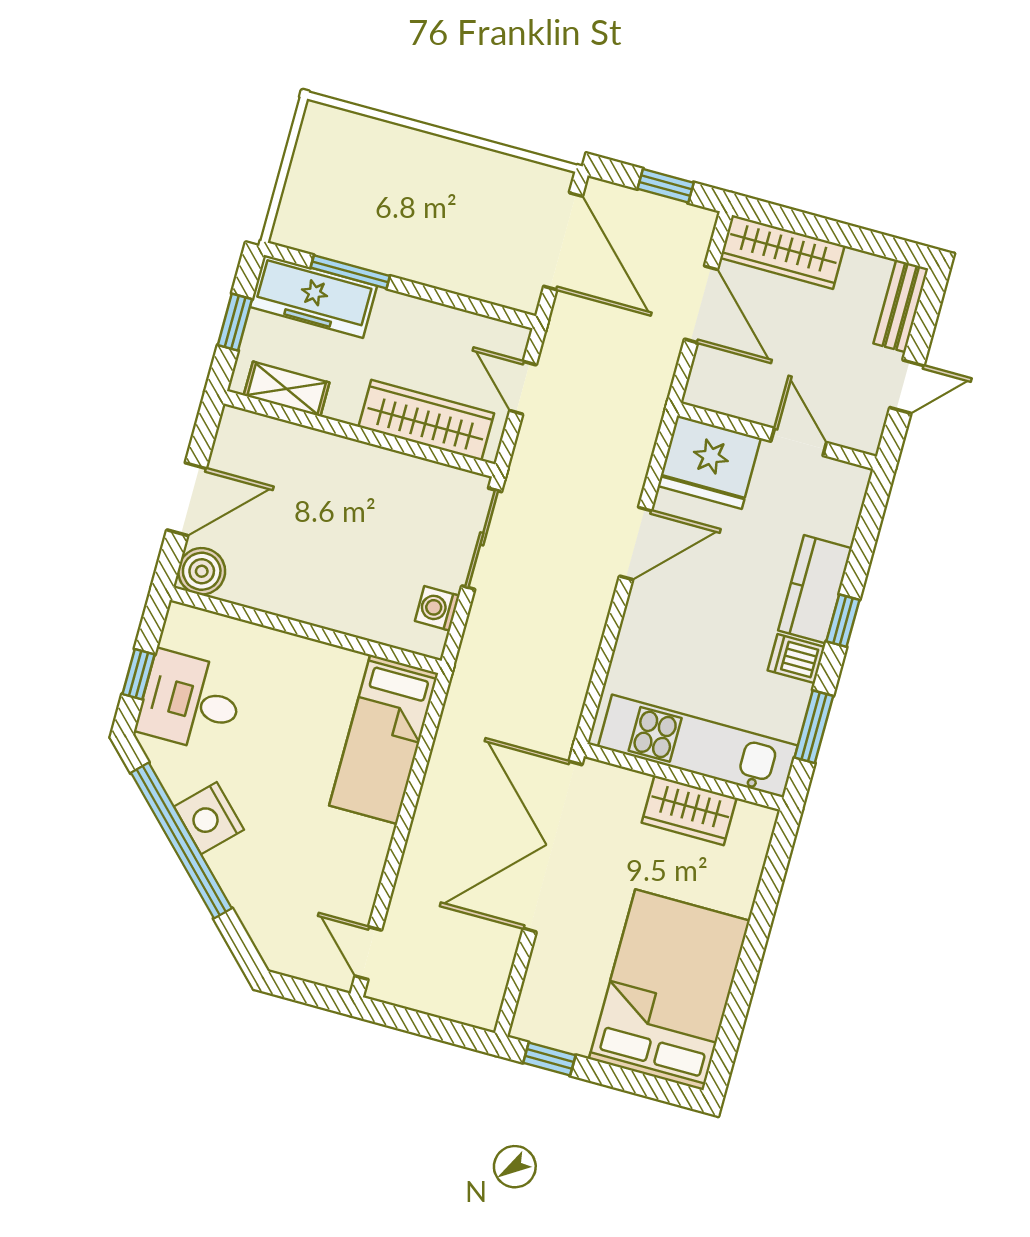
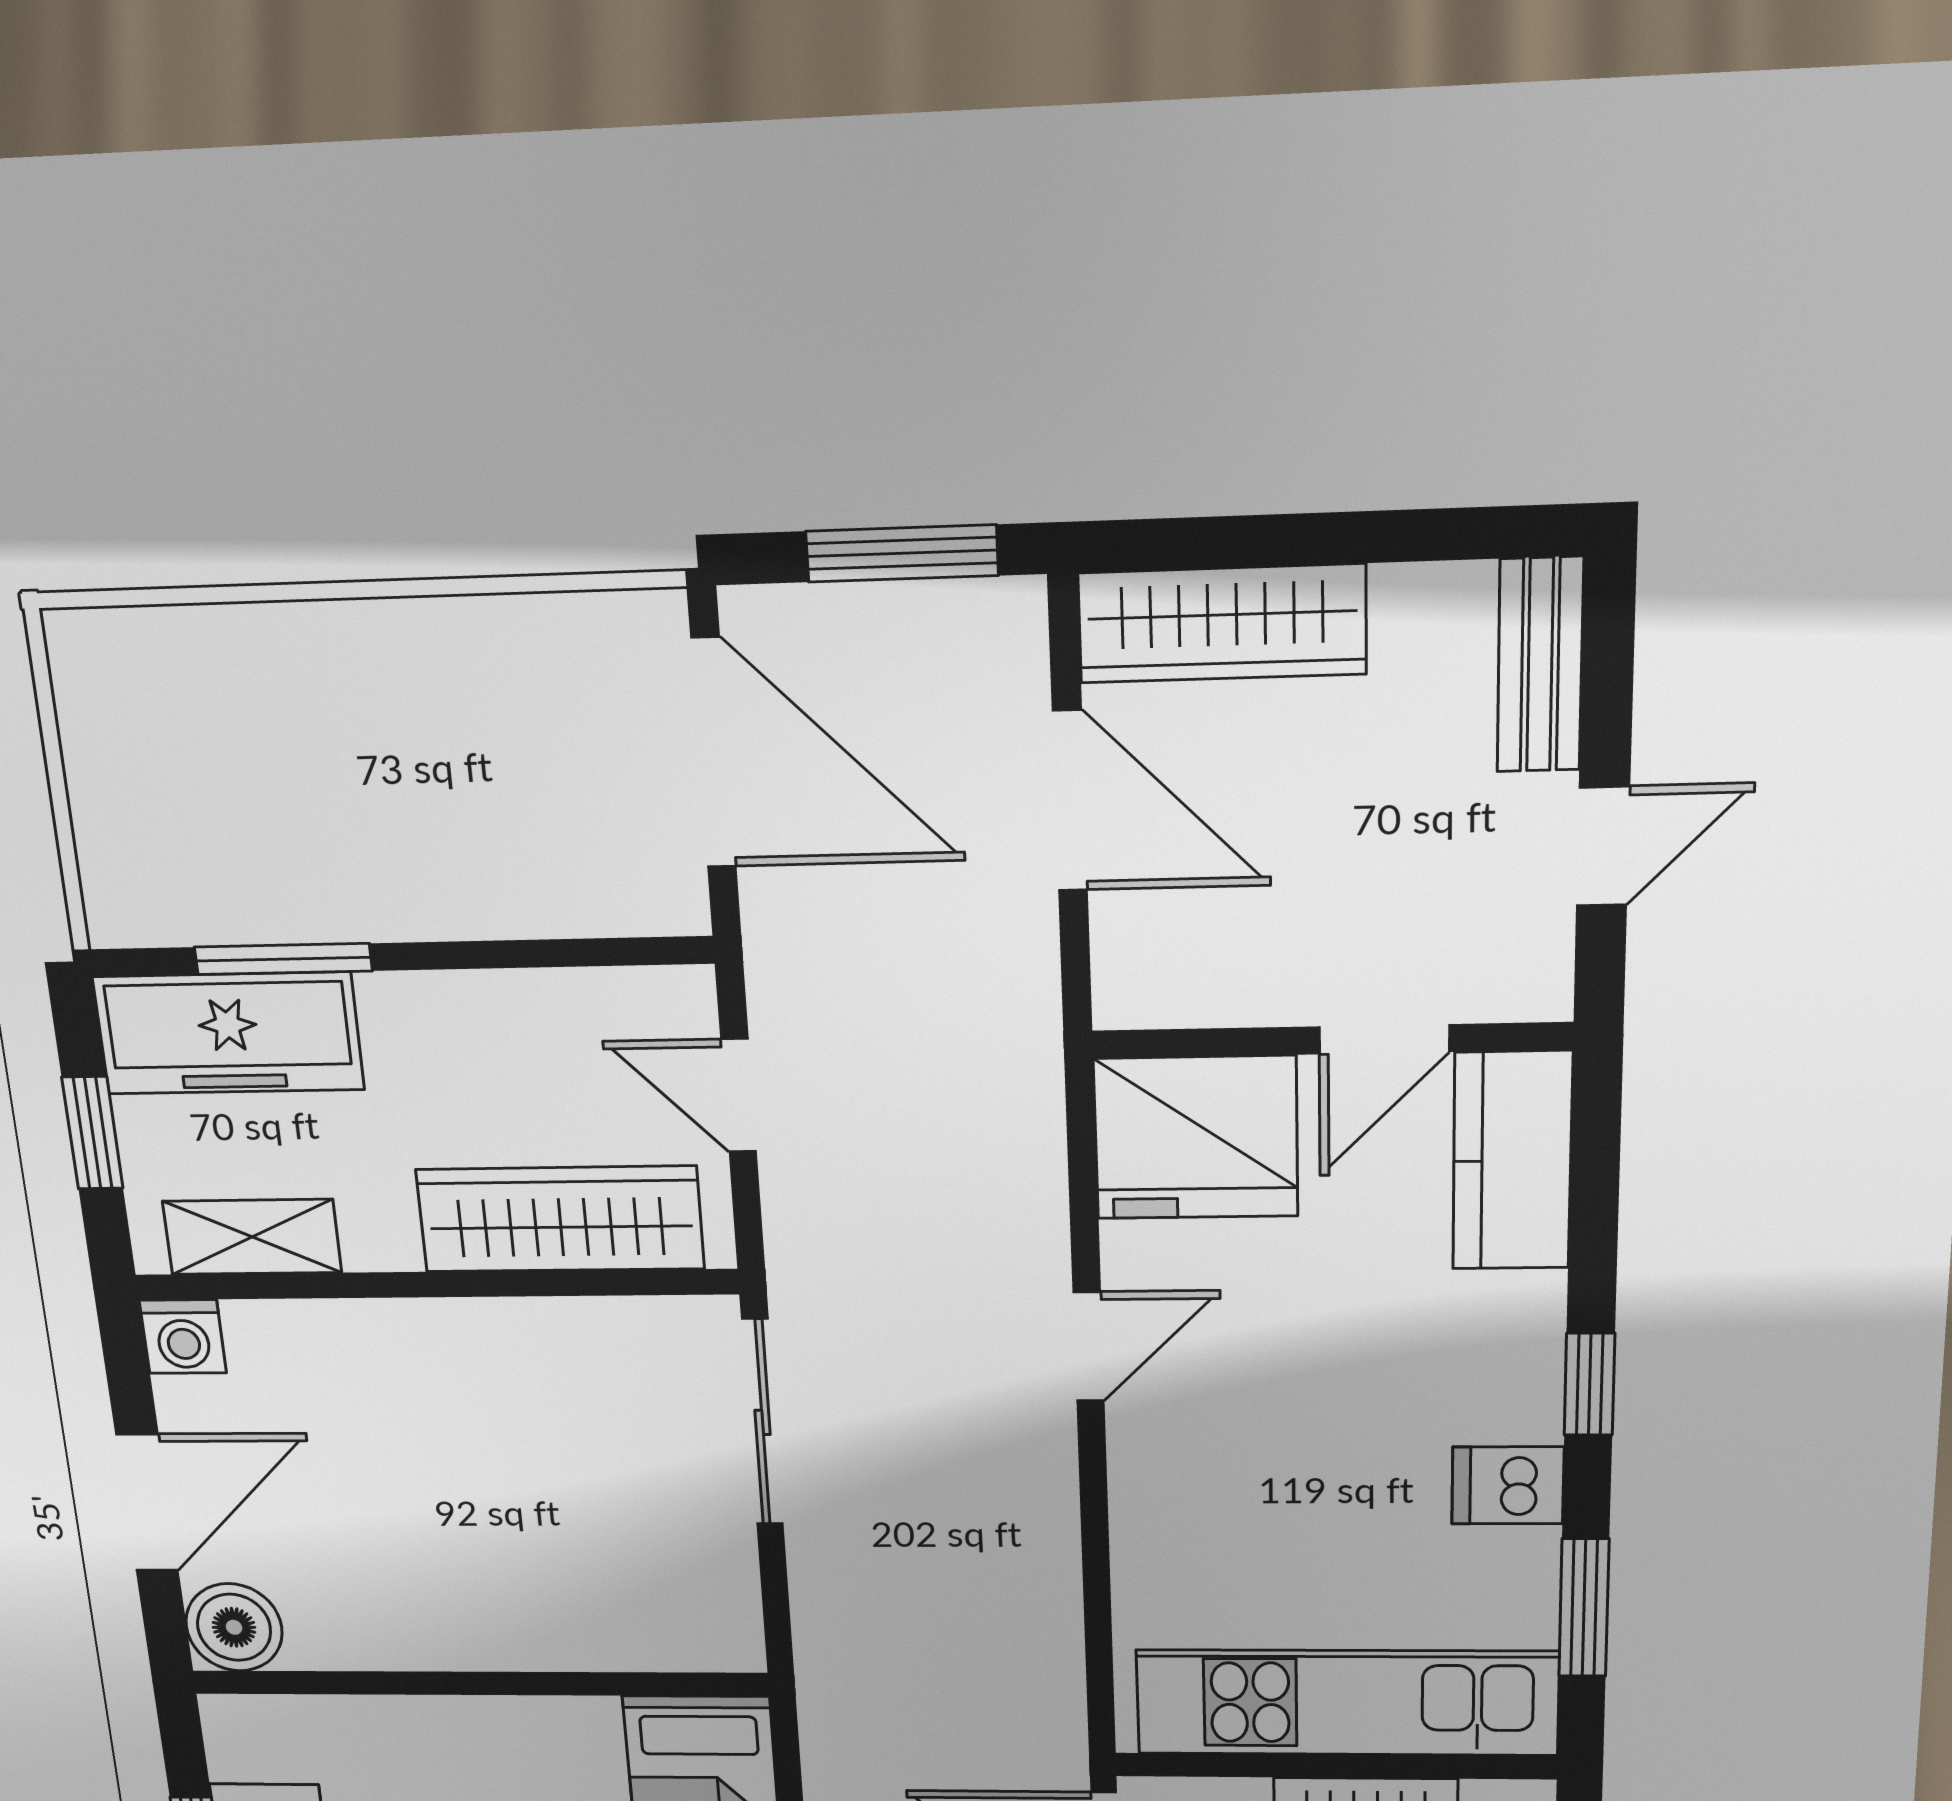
window: (666, 186) -> (902, 553), width x1.50
door: (799, 442) -> (1384, 1039), swing flipped
door: (636, 543) -> (1089, 1347), width x0.73
kitchen counter: (815, 589) -> (1512, 1161), moved
washing machine: (437, 608) -> (183, 1337), moved, turned -90

